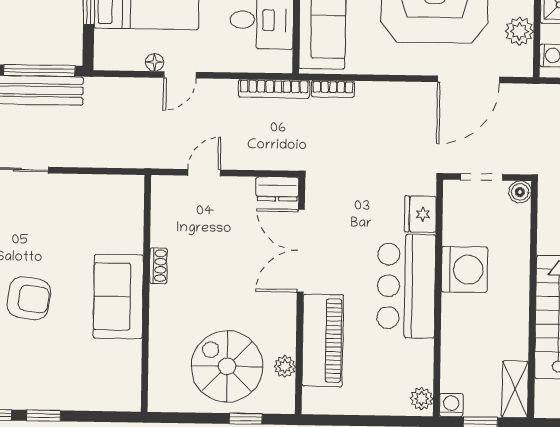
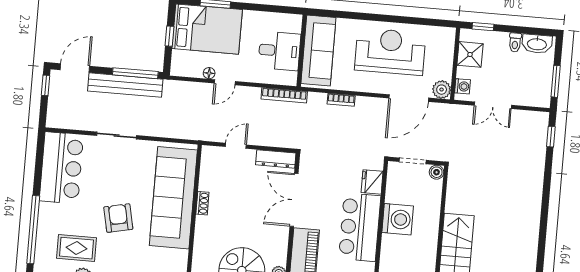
plant: (519, 31) -> (442, 90), moved
bookcase: (333, 89) -> (341, 100), moved
dresser: (277, 189) -> (276, 159), width x1.44
sofa: (118, 296) -> (173, 198), width x1.85, depth x1.27
armchair: (29, 298) -> (118, 218), turned -110

